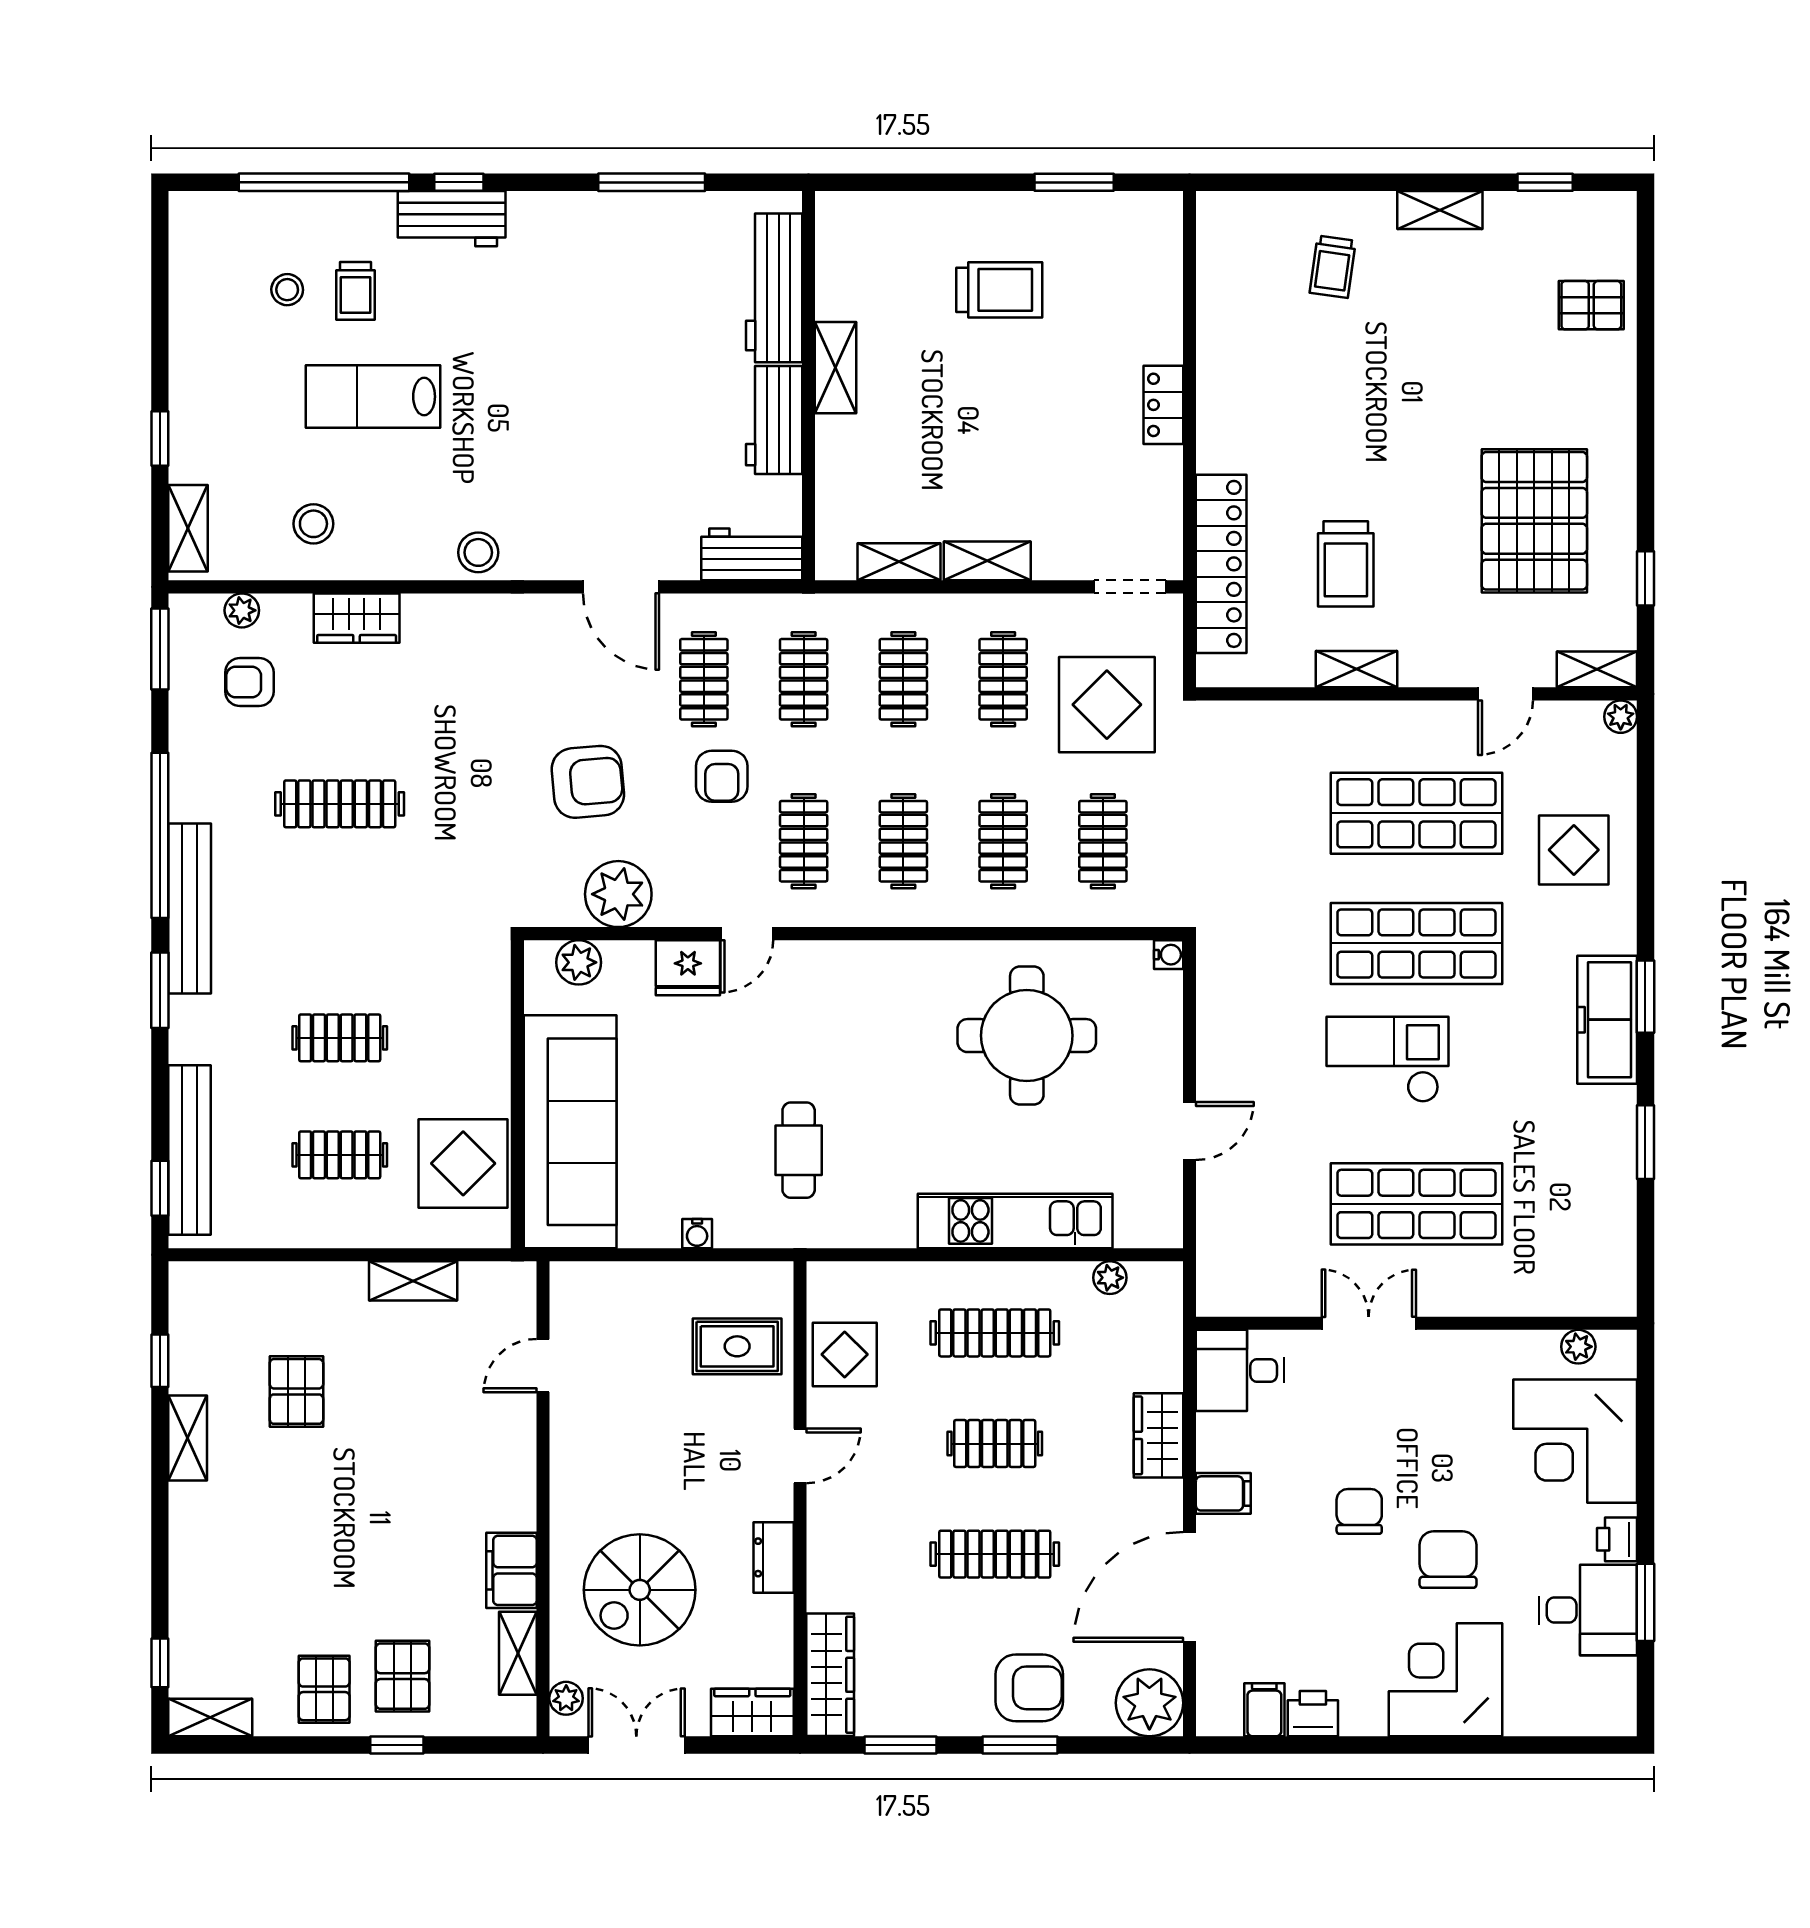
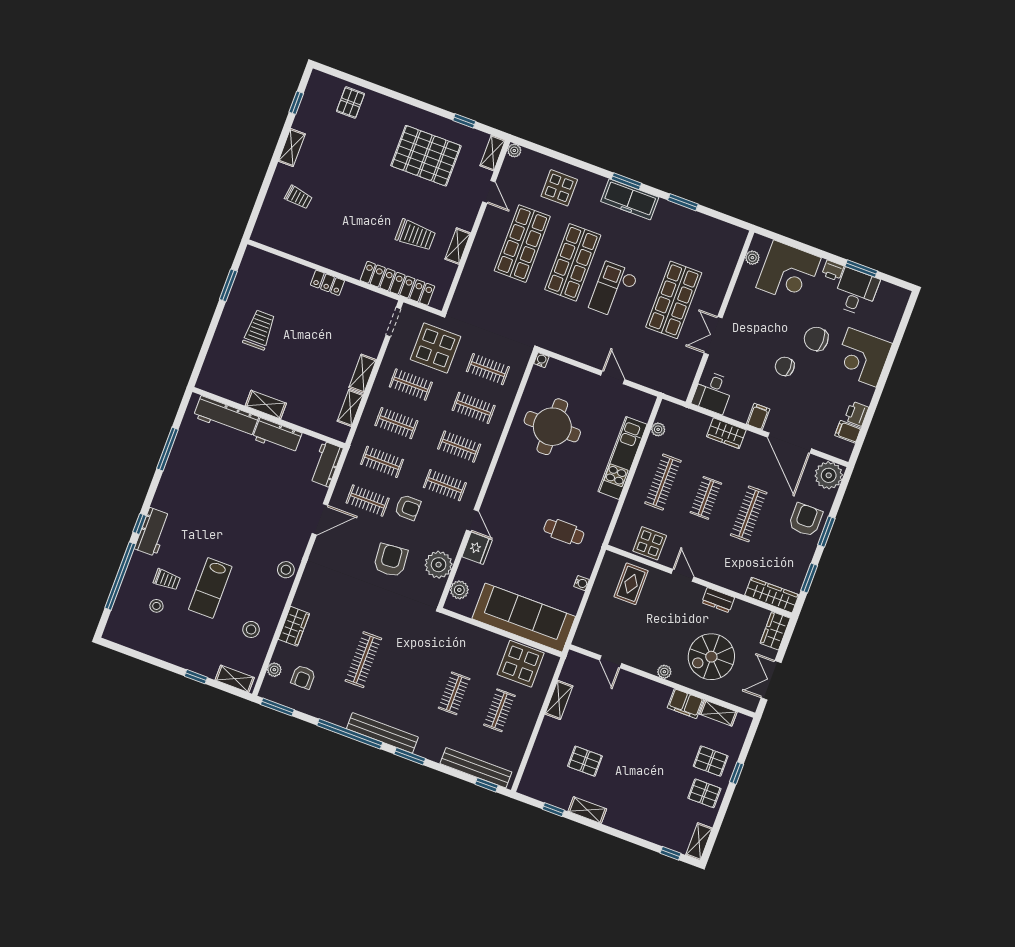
spiral stairs: (640, 1590) -> (711, 657), turned 90
plant: (566, 1698) -> (664, 672), moved

